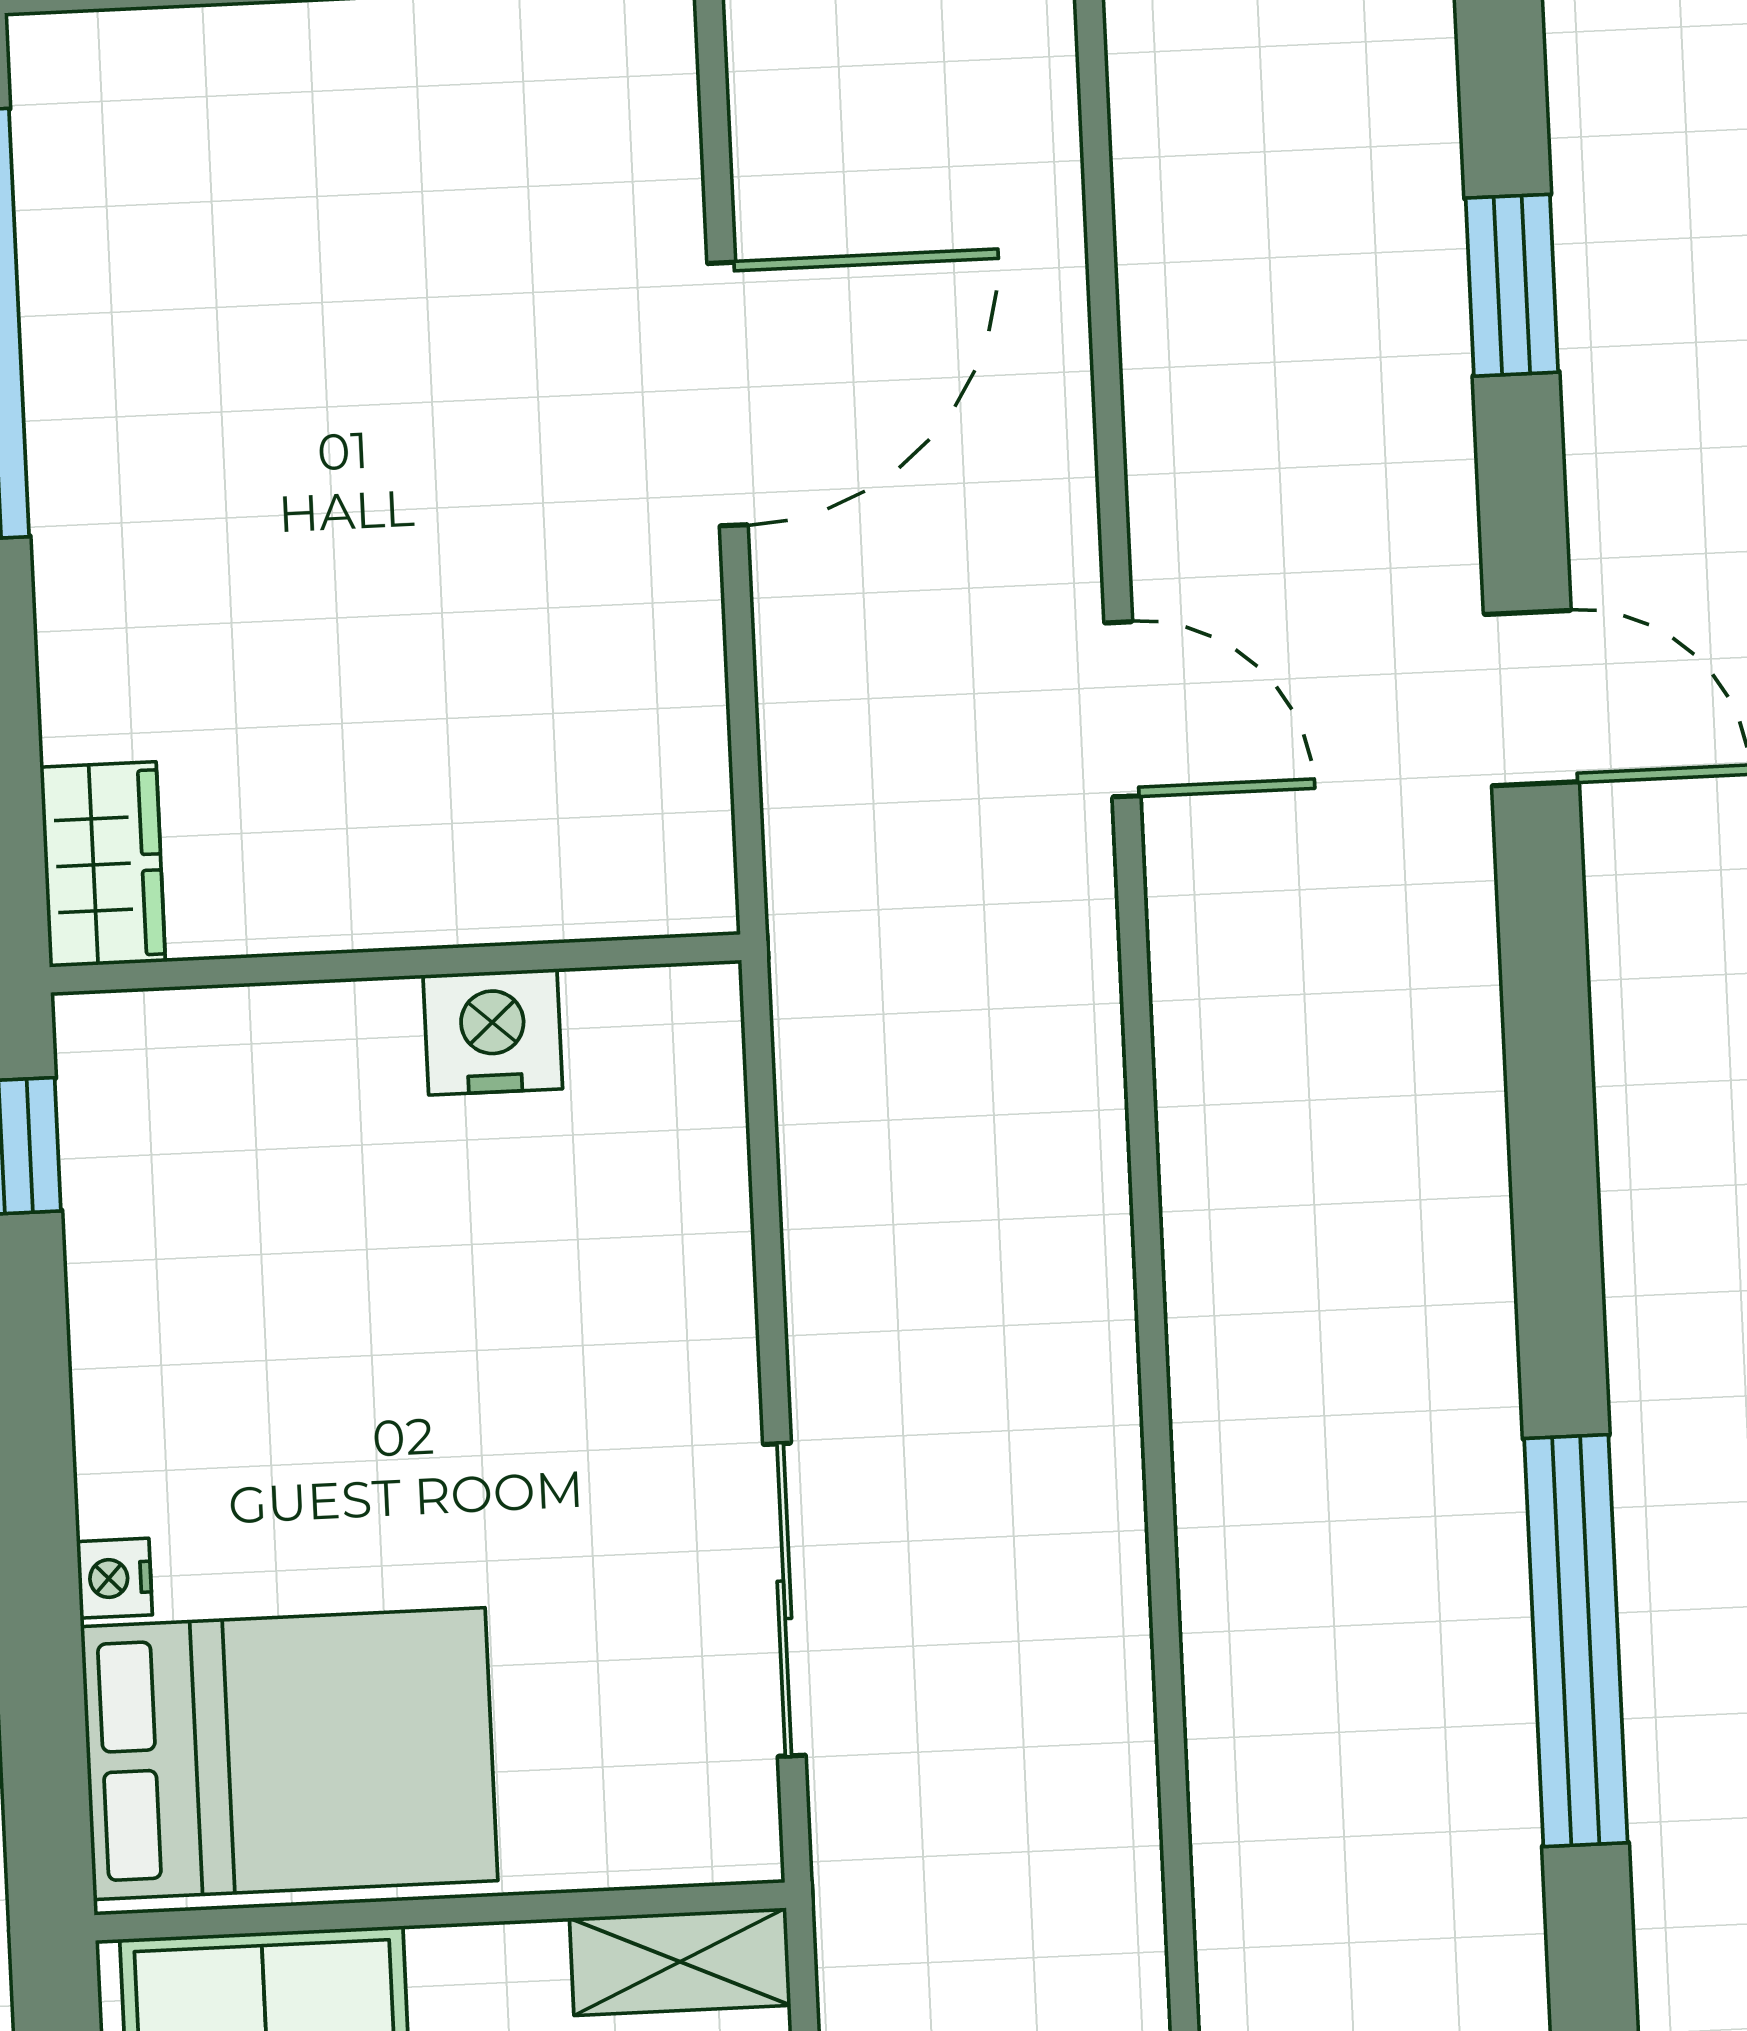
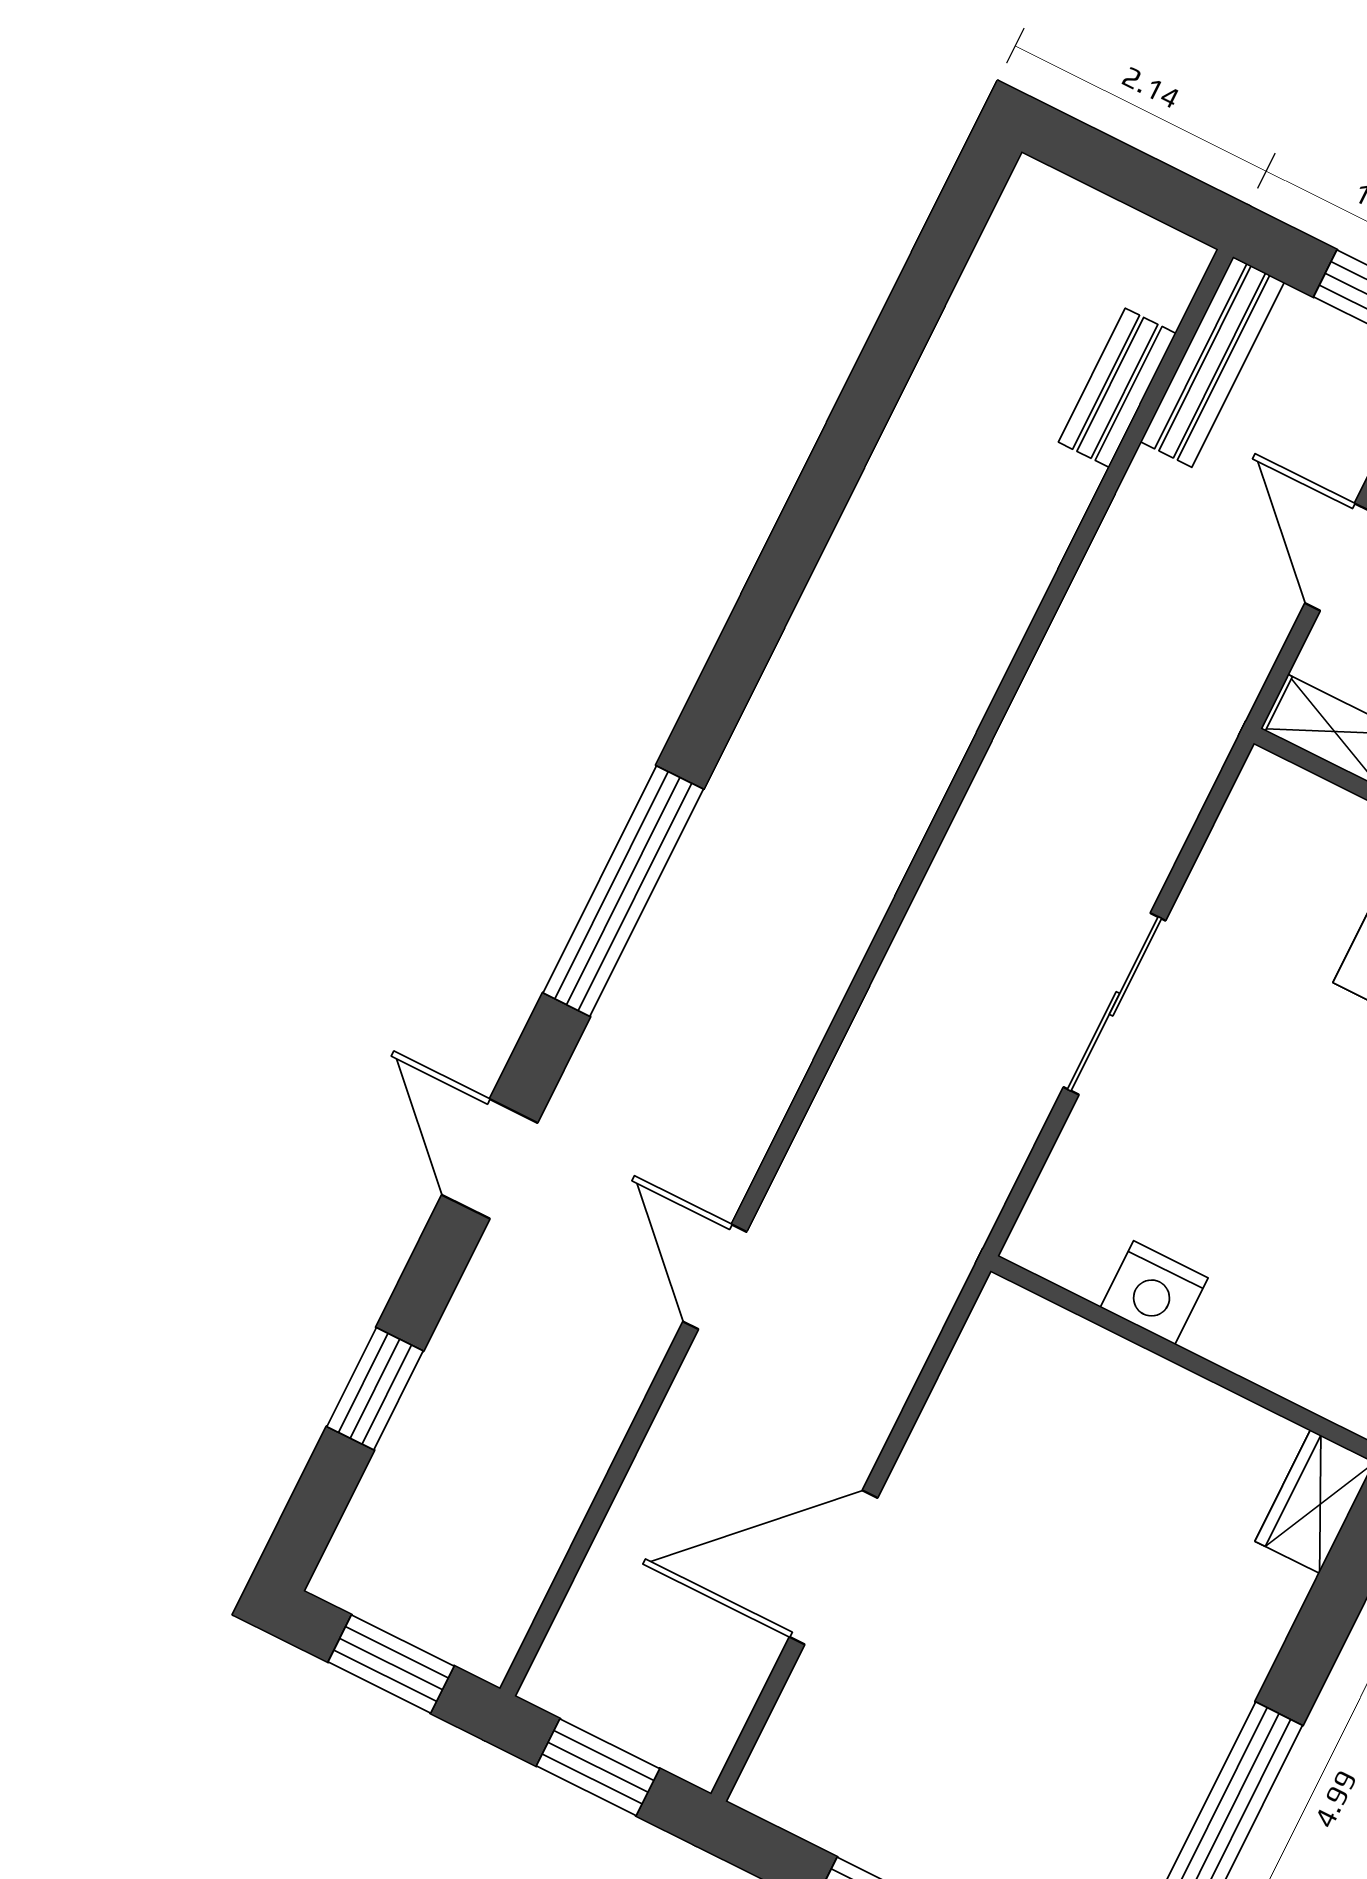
sliding door: (784, 1600) -> (1115, 1004), moved
window: (1576, 1641) -> (623, 891), moved

